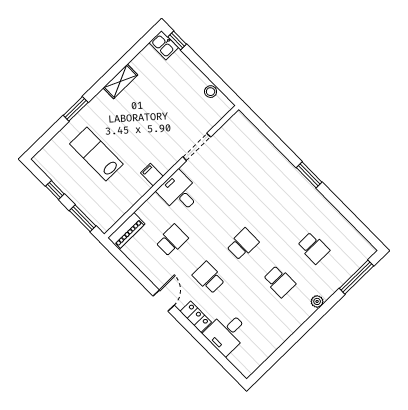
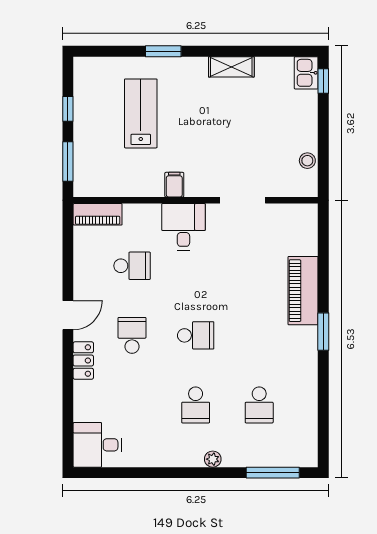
piano: (277, 164) -> (303, 291), added
desk: (226, 333) -> (97, 445), moved

